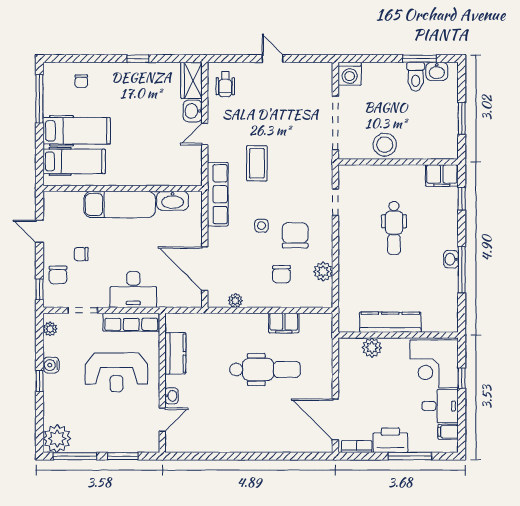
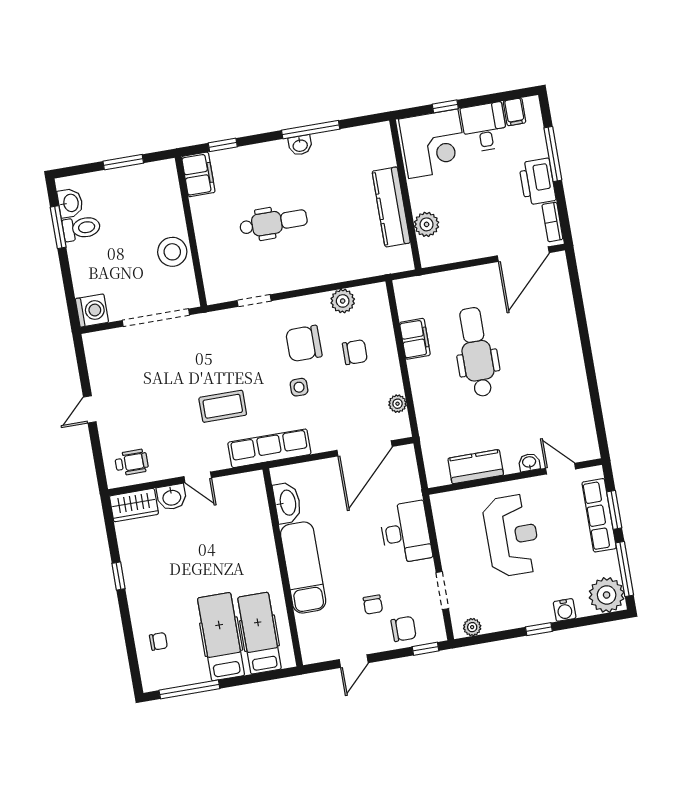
row of seats: (131, 322) -> (599, 515), moved, turned 180
water cooler: (51, 365) -> (565, 610), moved

